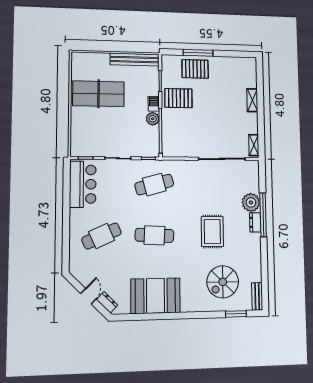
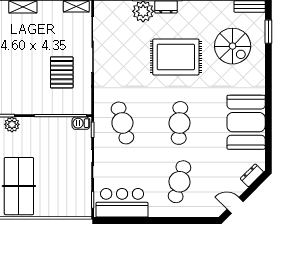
pallet: (178, 98) -> (62, 72), moved
barbecue: (154, 104) -> (81, 123), moved
plant: (153, 119) -> (12, 124), moved
rug: (212, 231) -> (176, 57), width x1.37, depth x1.44
cafe table: (102, 236) -> (179, 182), turned 39
door: (88, 296) -> (235, 205), moved

